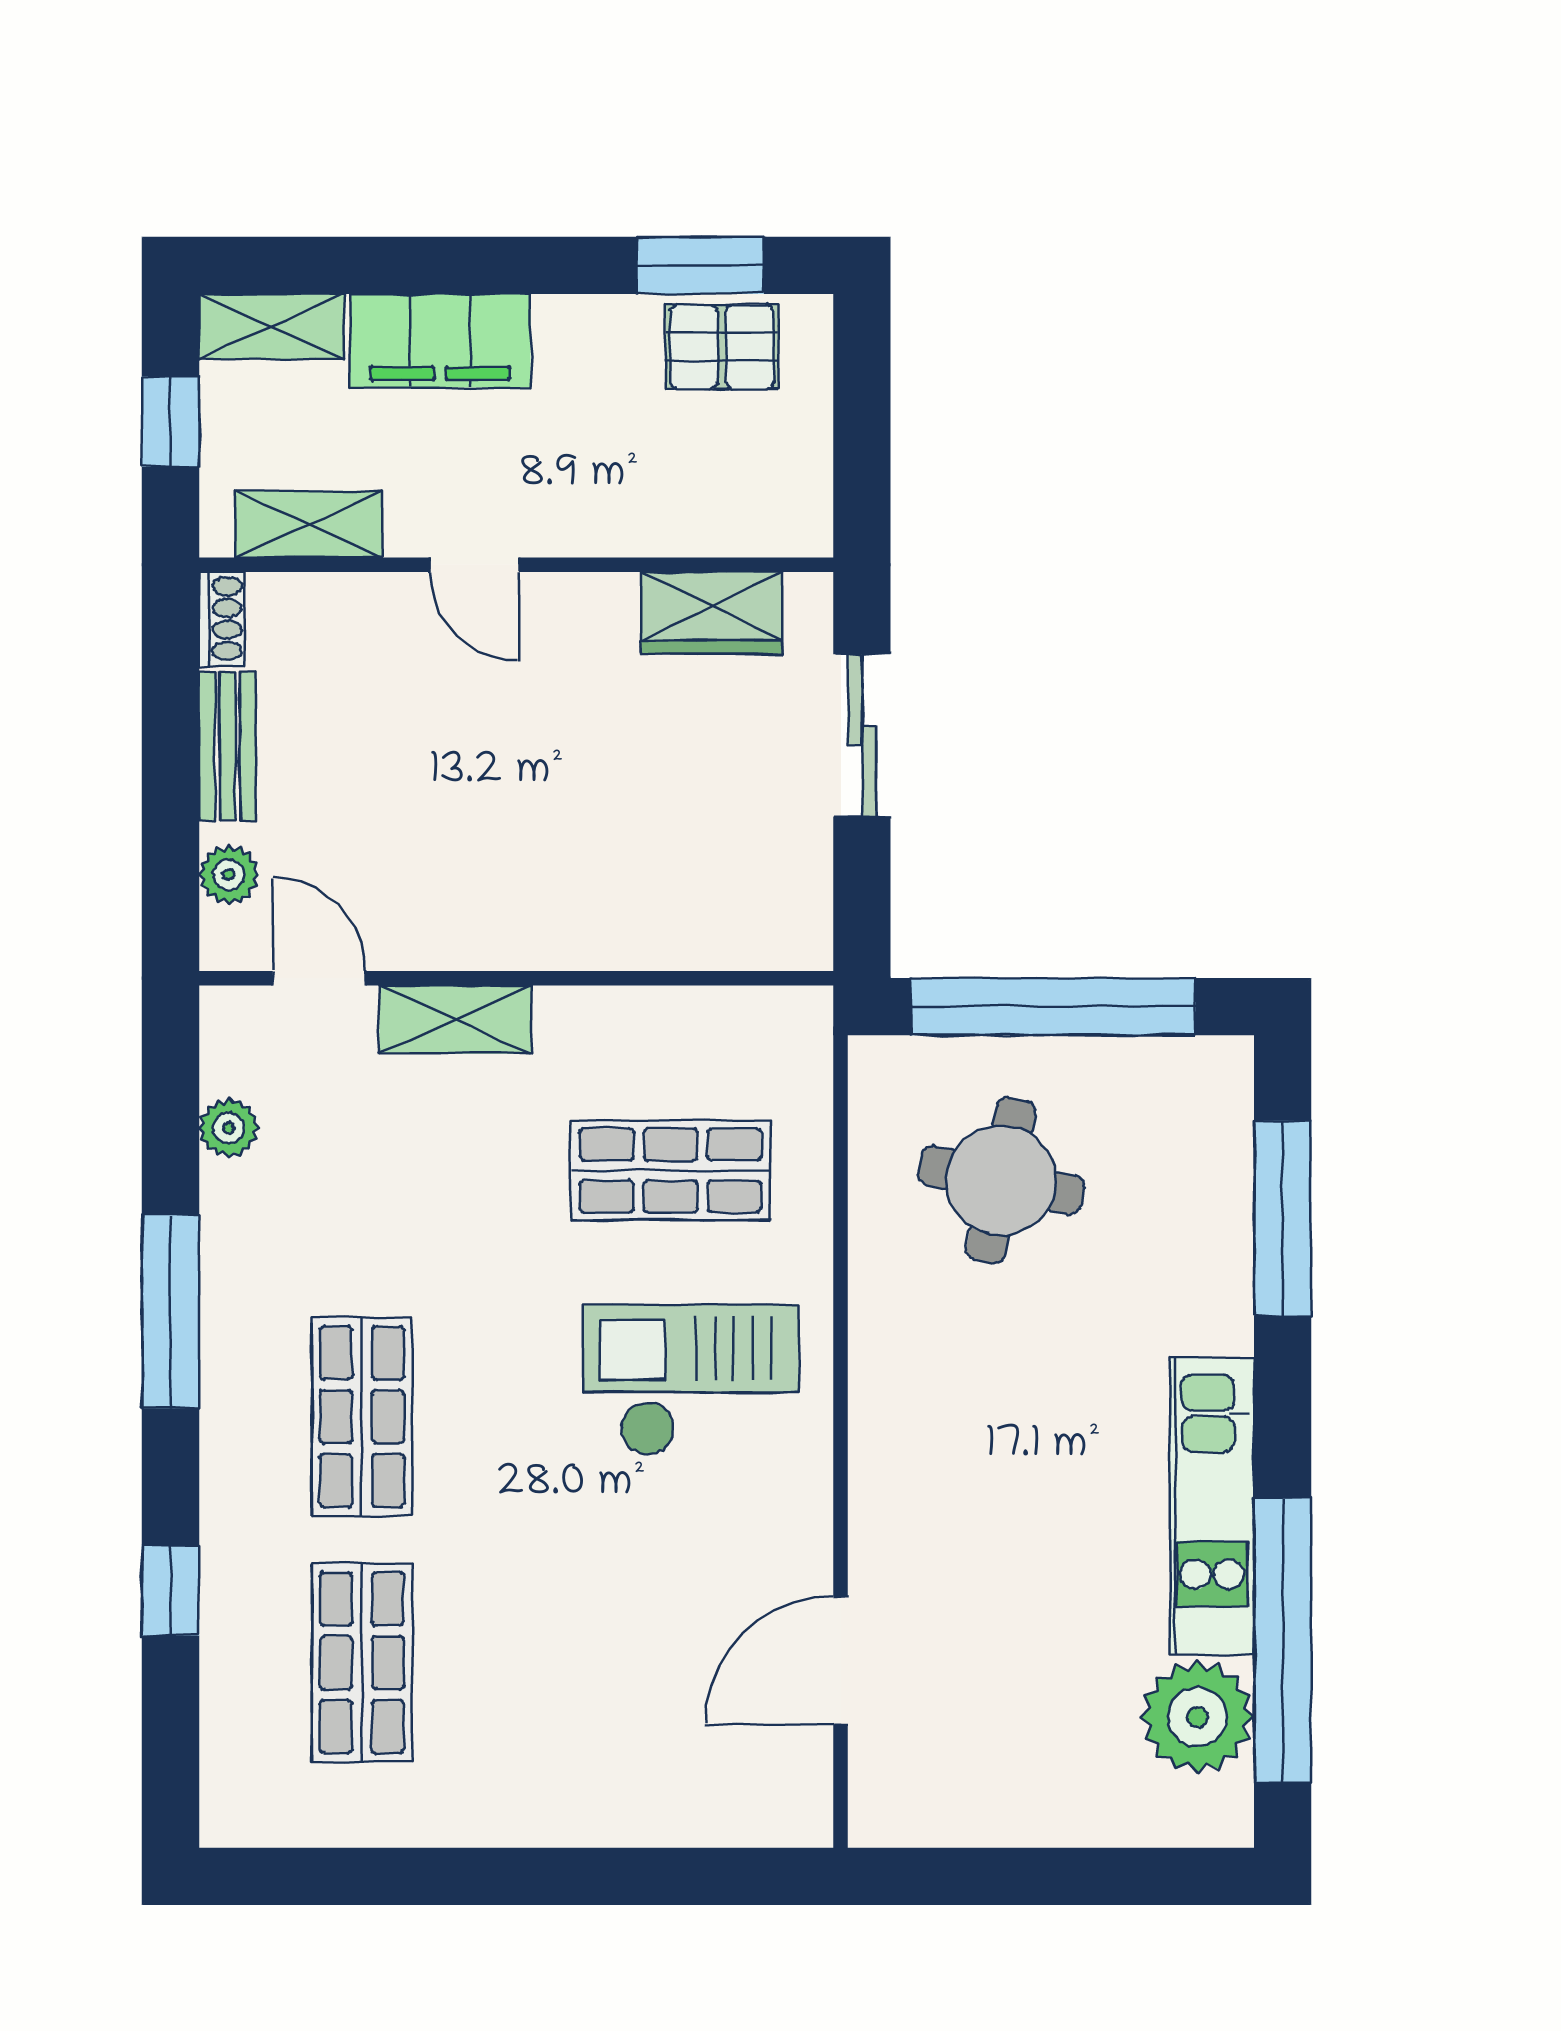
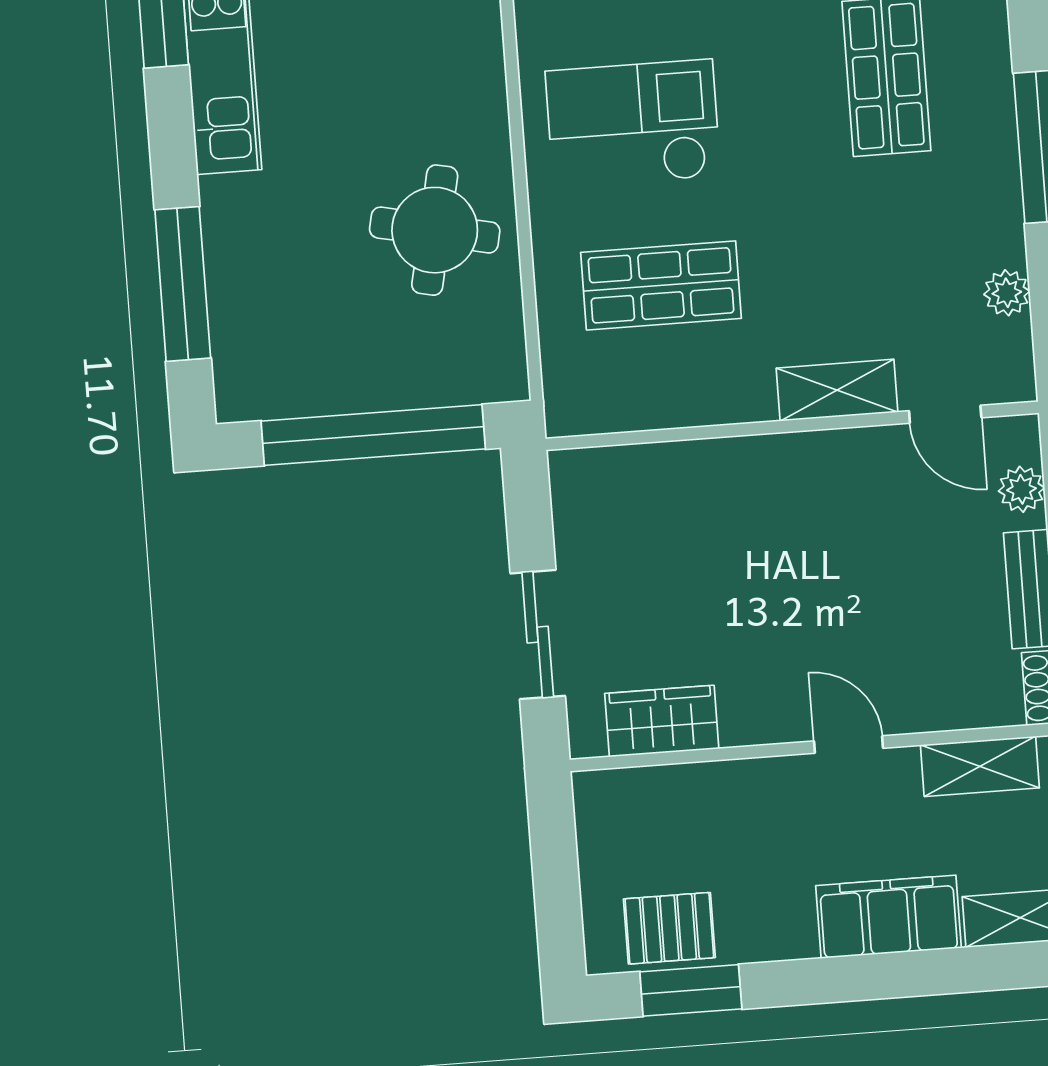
round table: (1001, 1180) -> (435, 230), moved
checkout: (691, 1380) -> (633, 124), turned 180

